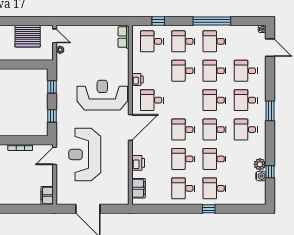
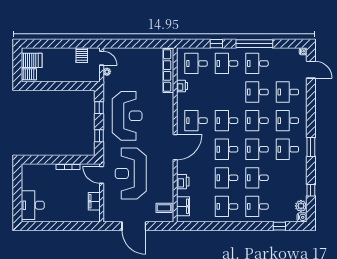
window: (158, 21) -> (216, 44), moved
server rack: (28, 36) -> (82, 55), width x0.46, depth x0.70
row of seats: (123, 37) -> (168, 71), width x2.02
desk: (183, 71) -> (227, 121), moved
printer: (137, 79) -> (182, 86), moved
reception desk: (102, 95) -> (127, 116), moved, turned 90
window: (270, 111) -> (311, 147), moved
door: (55, 156) -> (102, 175), hinge flipped
plant: (260, 164) -> (301, 206), moved
water cooler: (261, 176) -> (302, 217), moved
coffee table: (119, 190) -> (164, 208), added
filing cabinet: (47, 196) -> (94, 201), moved
window: (209, 209) -> (279, 226), moved

